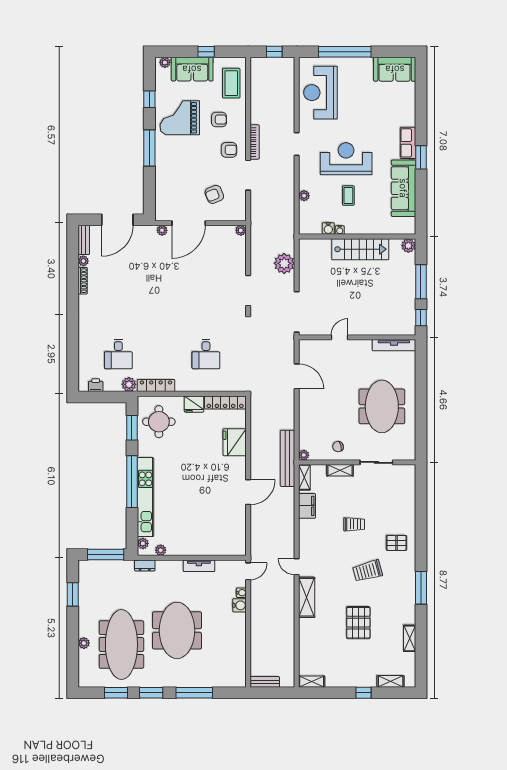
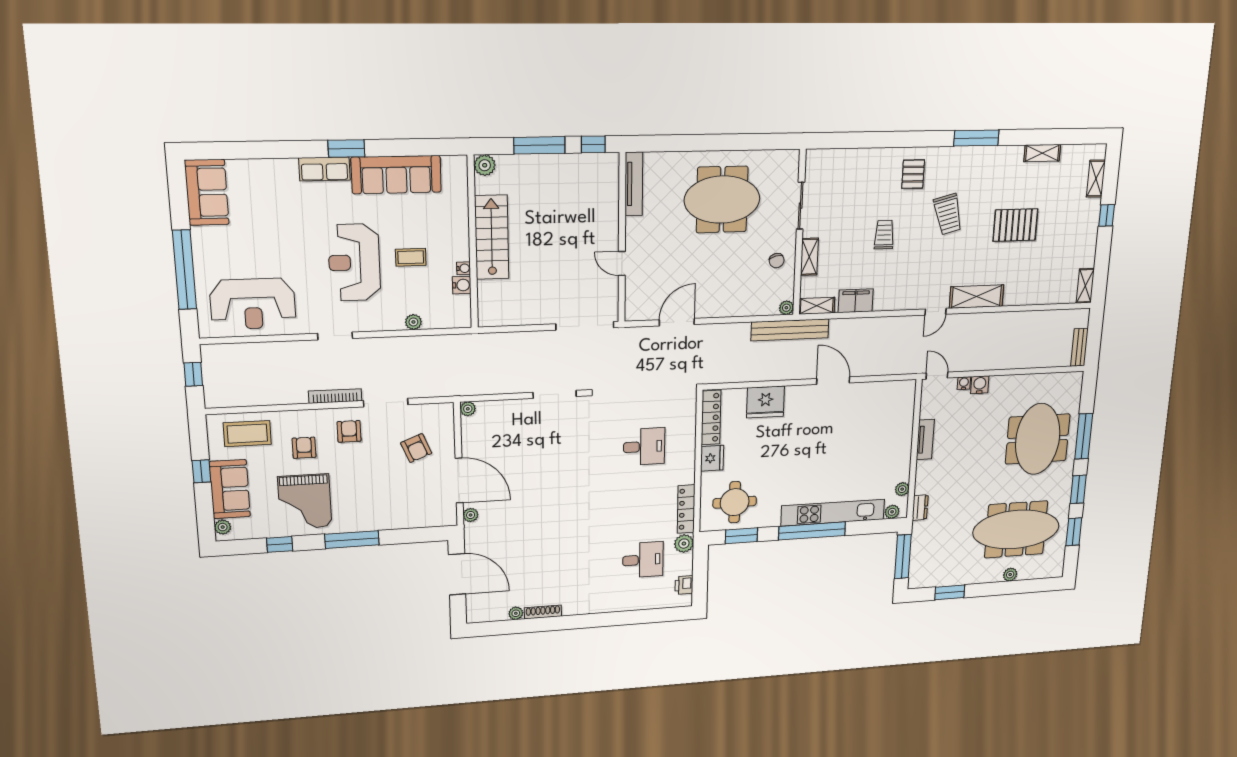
bench: (84, 240) -> (487, 615), removed
plant: (284, 263) -> (515, 346), removed
meeting table: (177, 630) -> (1038, 439), moved, turned 90

